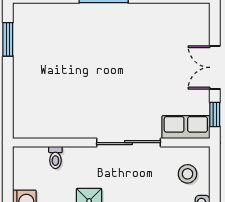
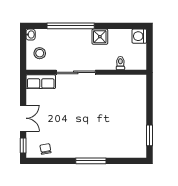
chair: (178, 17) -> (45, 149), added
window: (215, 114) -> (23, 145), moved

